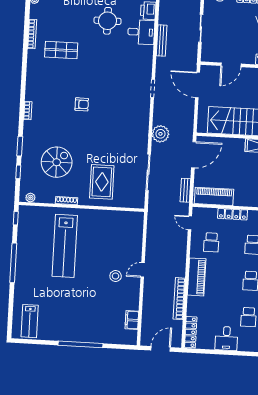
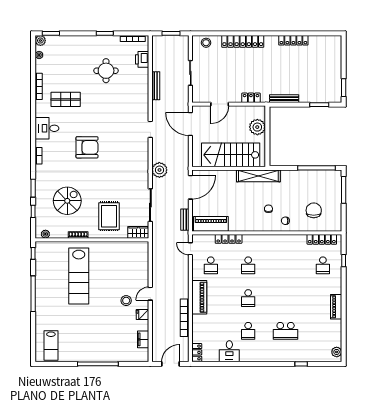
desk: (141, 32) -> (47, 128), moved, turned 180
armchair: (82, 104) -> (87, 147), width x1.88, depth x1.88
wardrobe: (133, 201) -> (138, 232), added
fridge: (133, 292) -> (143, 314), added
locker: (191, 332) -> (197, 352), width x0.66

